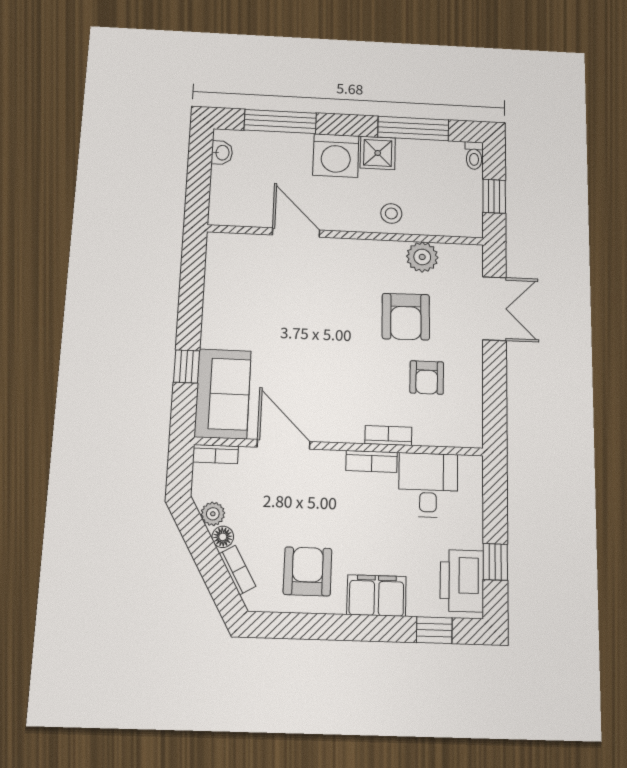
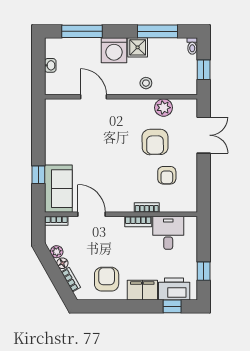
washbasin: (222, 153) -> (50, 65), moved
printer: (462, 581) -> (174, 289), moved, turned 90

